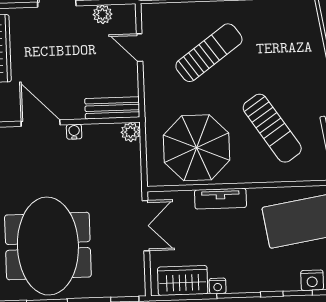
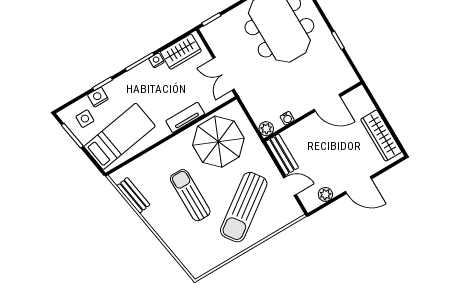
sun lounger: (209, 53) -> (244, 207), width x1.36, depth x1.34
bench: (112, 108) -> (282, 155), moved, turned 90
sun lounger: (272, 128) -> (190, 195), moved, turned 34
water cooler: (74, 132) -> (287, 118), moved

